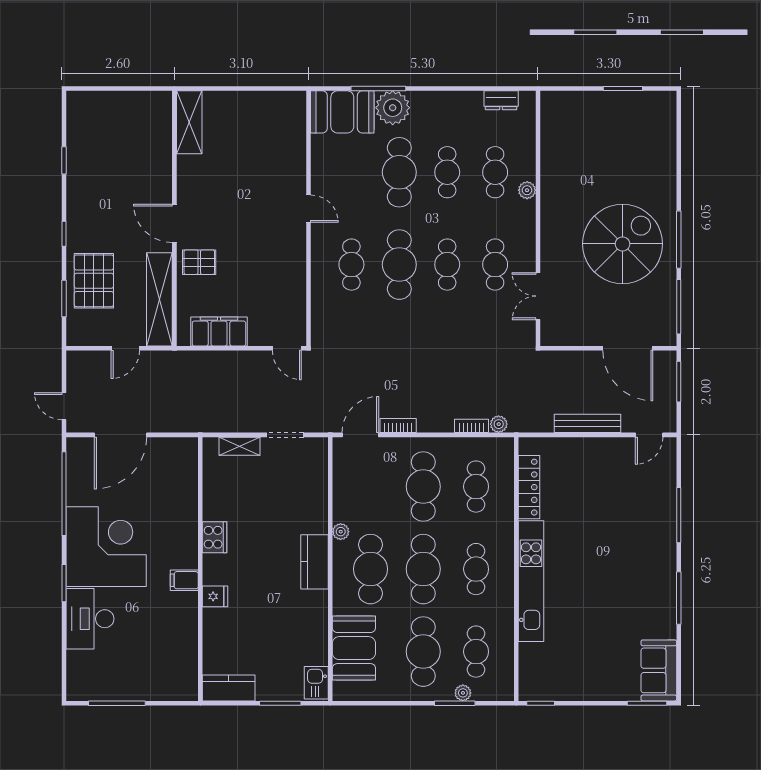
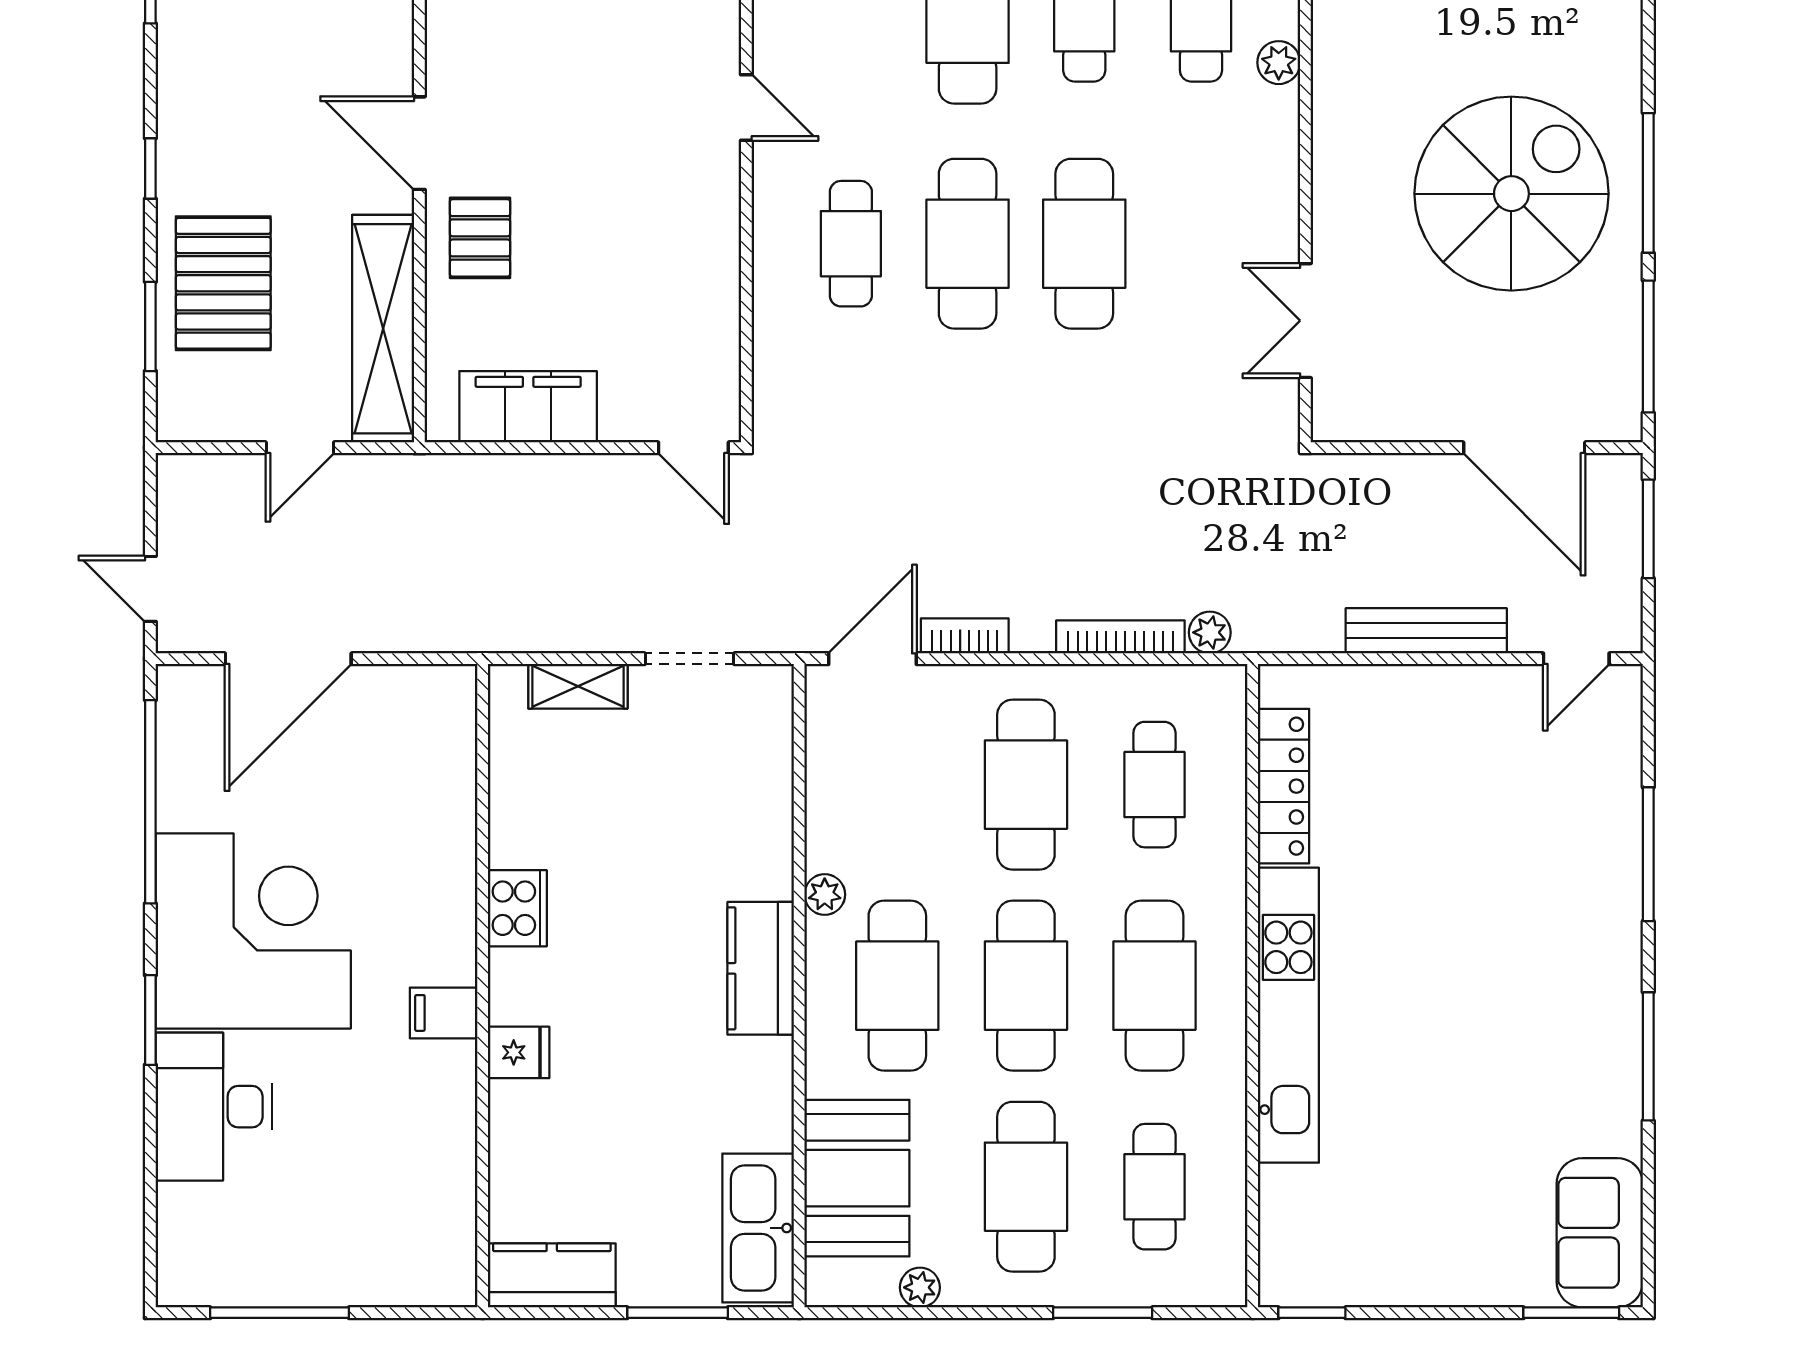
pallet: (199, 262) -> (480, 238), turned 90
cafe table: (447, 265) -> (1084, 244), width x1.37, depth x1.35
cafe table: (495, 265) -> (1201, 244), removed
bookcase: (472, 426) -> (1120, 637), width x1.56
cafe table: (476, 569) -> (1154, 986), width x1.37, depth x1.35
kitchen sink: (316, 683) -> (758, 1228), width x1.87, depth x1.24
plant: (463, 693) -> (920, 1287), moved

